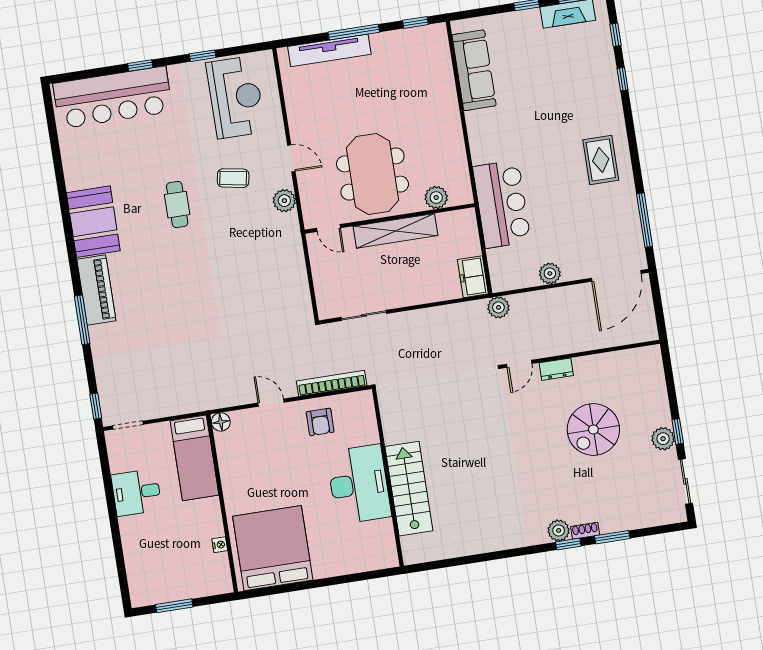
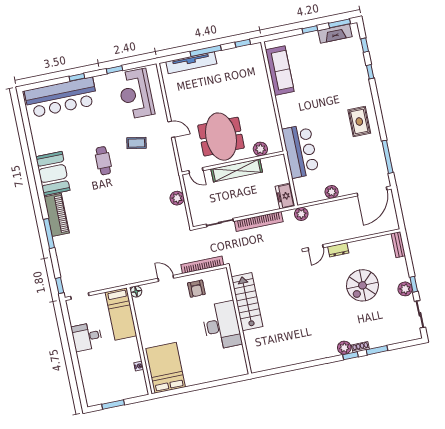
reception desk: (236, 97) -> (136, 94), turned 180
plant: (284, 201) -> (177, 198), moved
bookcase: (428, 316) -> (259, 221), added
bench: (655, 365) -> (398, 245), added
stairs: (409, 489) -> (247, 302), moved
bed: (273, 548) -> (166, 368), width x0.73

